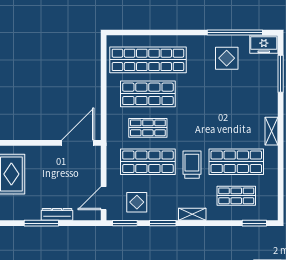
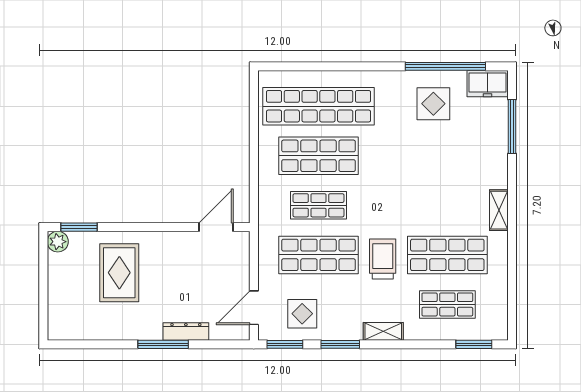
door: (78, 143) -> (216, 227), width x0.73

